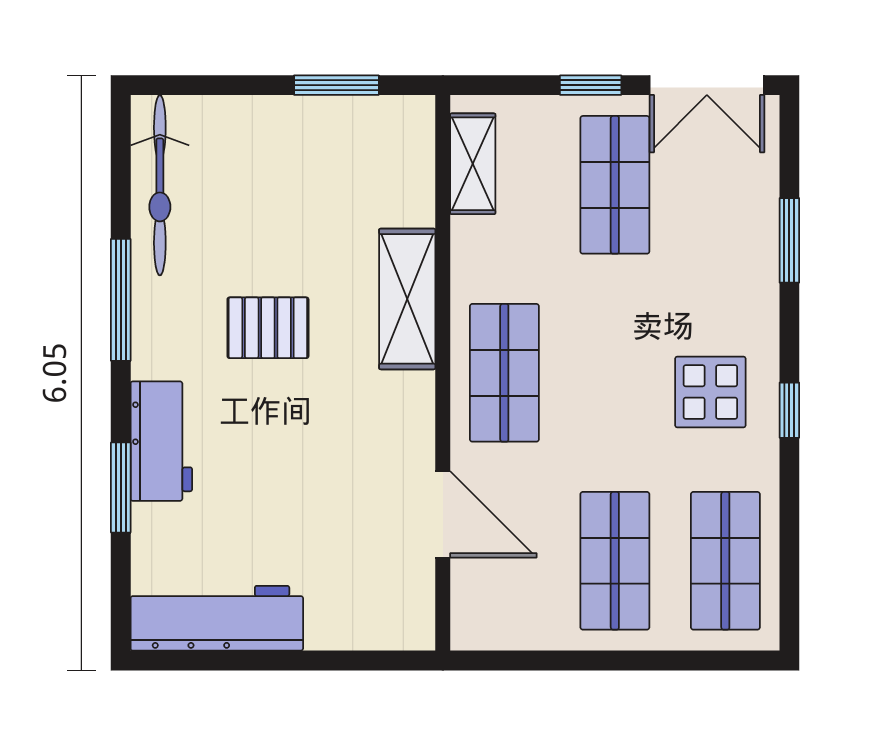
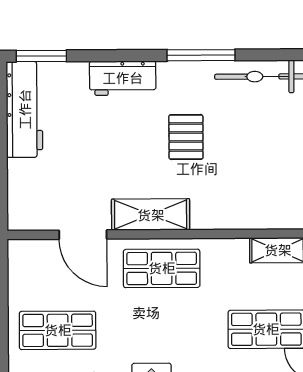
shelving: (407, 299) -> (151, 215), moved
window: (121, 487) -> (41, 56), moved
door: (443, 514) -> (83, 235), hinge flipped

